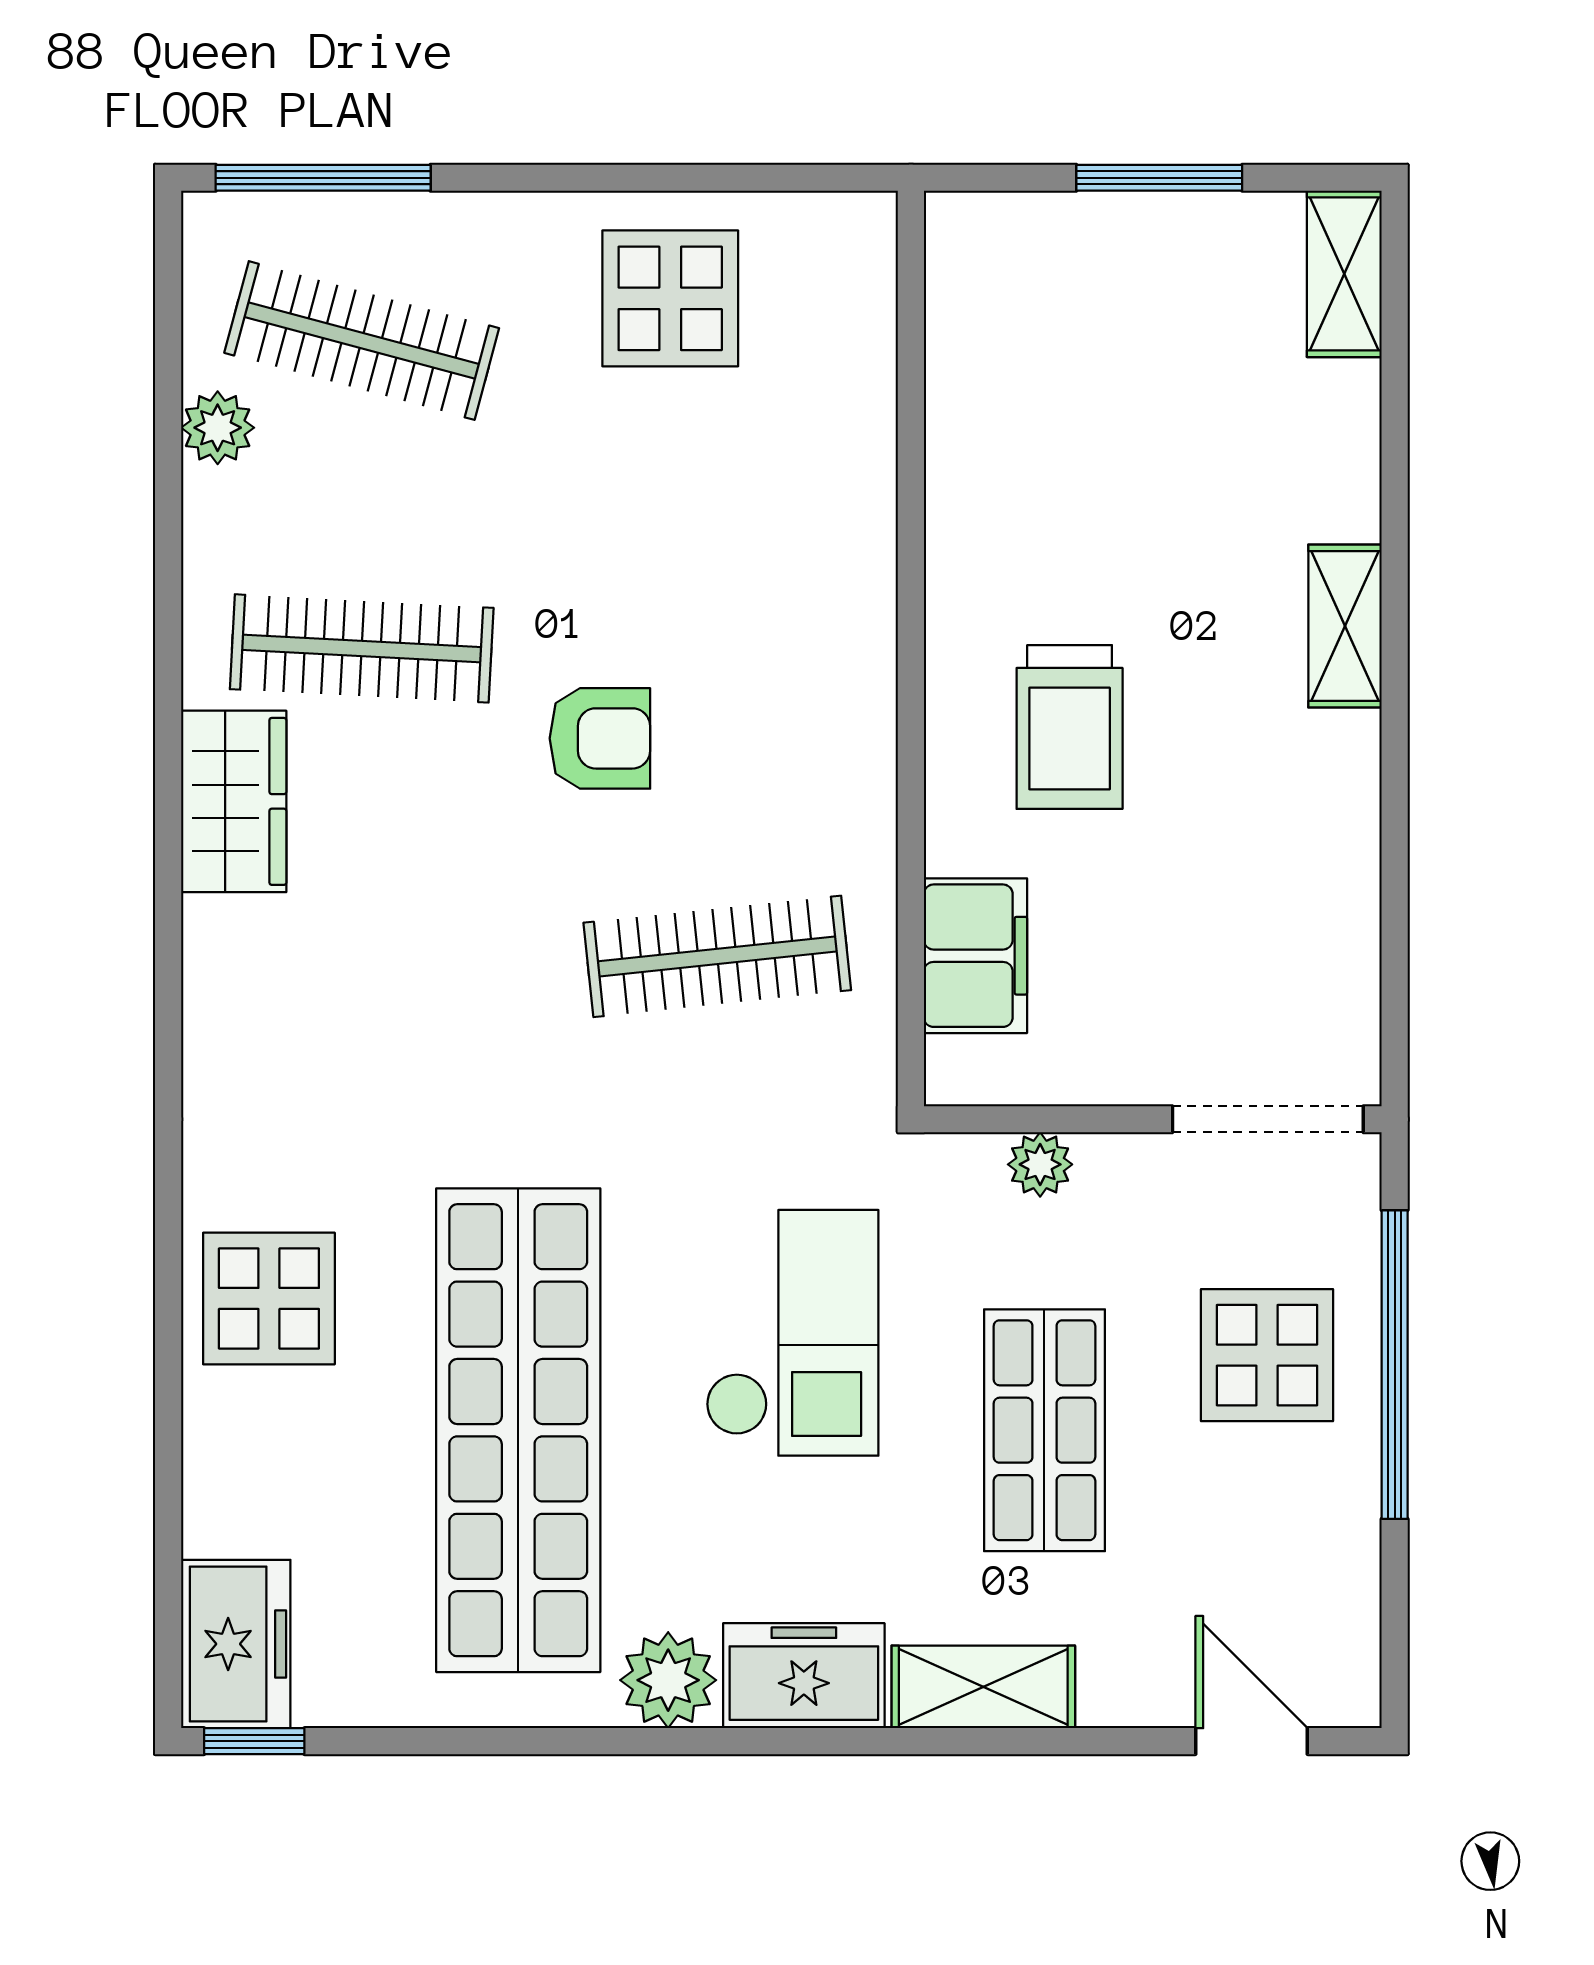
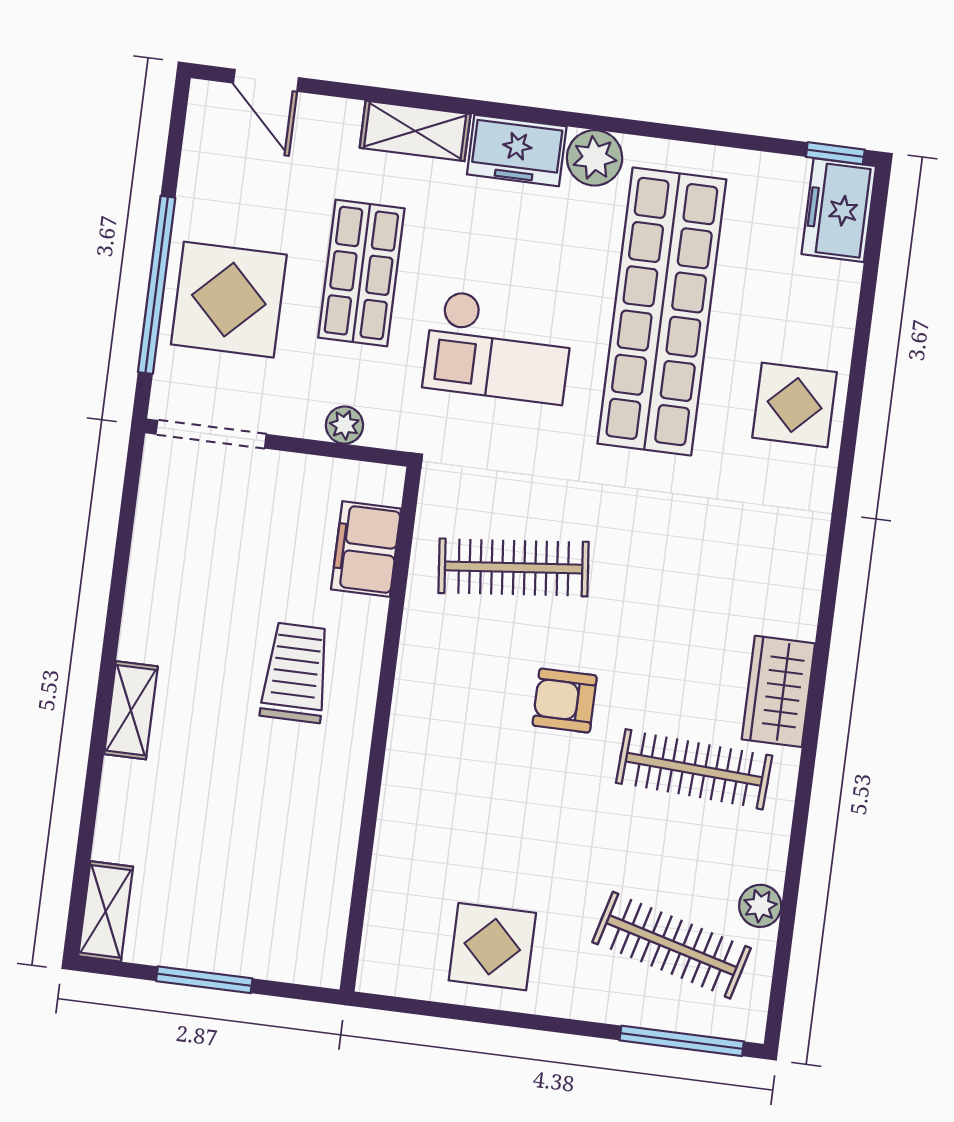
checkout: (792, 1333) -> (498, 347), turned -90
display table: (1267, 1355) -> (229, 300), width x1.36, depth x1.36

